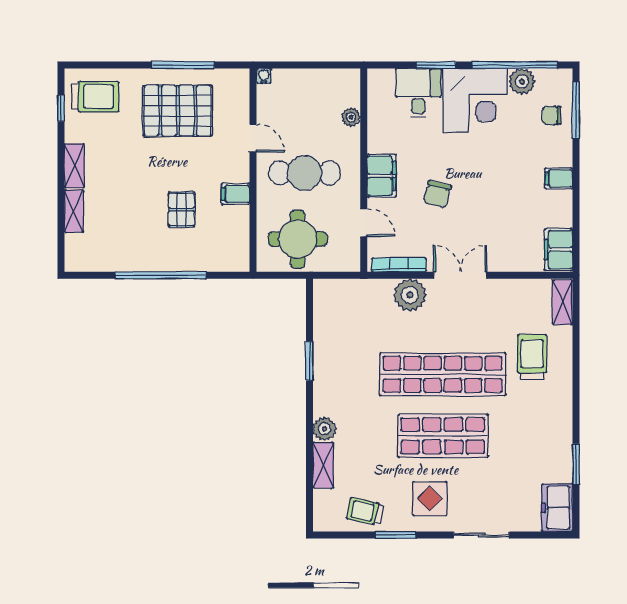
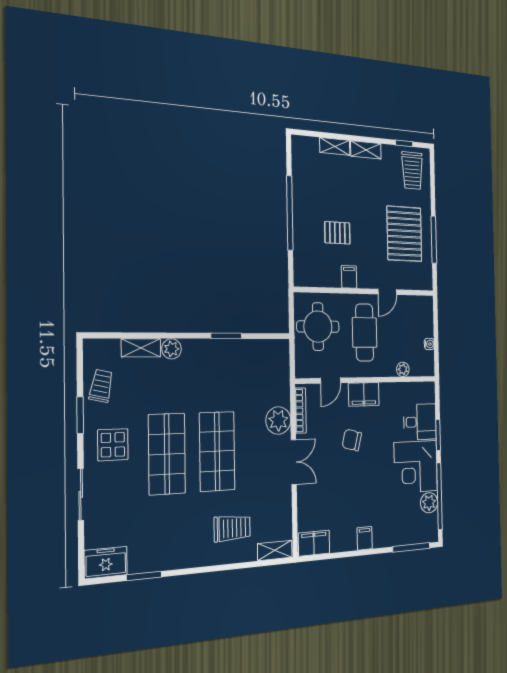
water cooler: (264, 76) -> (429, 344), moved
chair: (552, 115) -> (407, 528), removed
shop shelf: (443, 374) -> (217, 451), width x0.71

